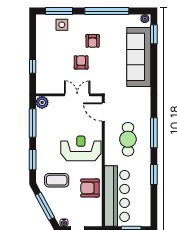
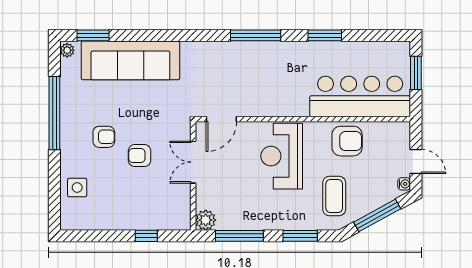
window: (59, 11) -> (54, 192), removed
cafe table: (128, 139) -> (266, 78), removed
armchair: (90, 188) -> (347, 141), turned -90

